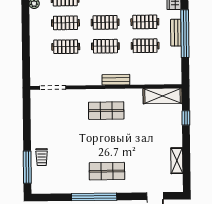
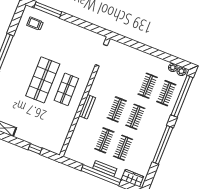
clothes rail: (66, 47) -> (129, 78), removed
shelving: (163, 96) -> (60, 138), removed
trolley: (42, 157) -> (35, 24), moved
shop shelf: (107, 171) -> (43, 80), moved, width x1.43, depth x1.36

